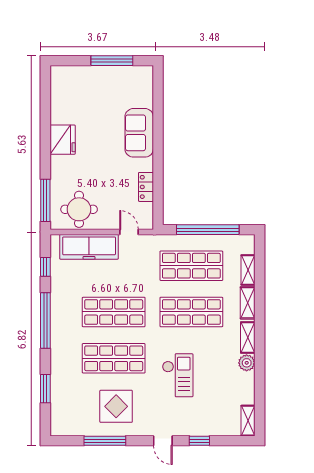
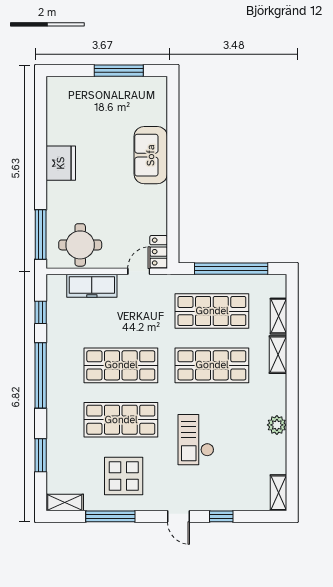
locker: (146, 187) -> (159, 252), moved
door: (129, 232) -> (139, 271), hinge flipped
freezer: (89, 247) -> (92, 286), width x0.73, depth x0.79
shelving: (248, 337) -> (65, 503), moved, turned 90
checkout: (178, 375) -> (196, 440), turned 180

